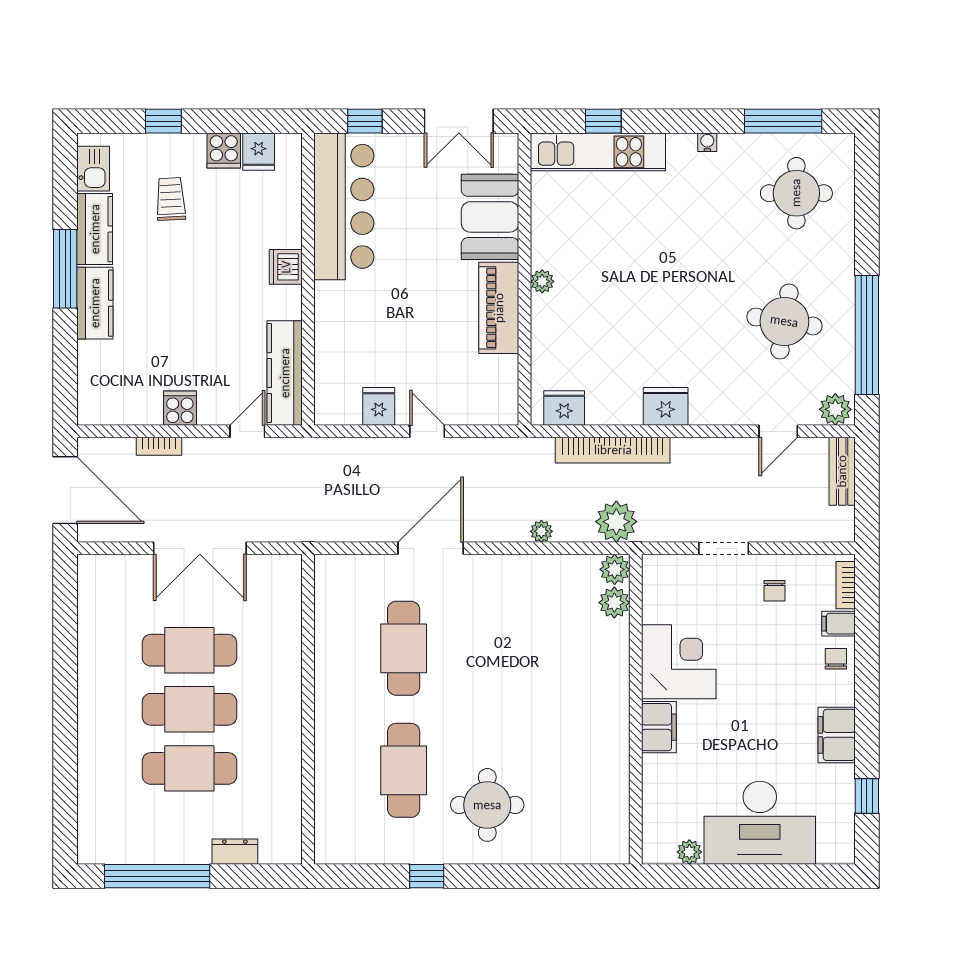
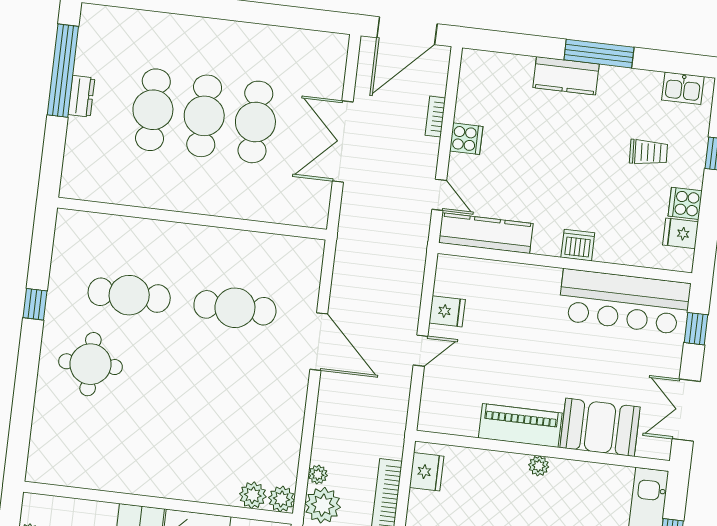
kitchen counter: (95, 229) -> (630, 83), removed
plant: (541, 531) -> (318, 475), moved
dresser: (235, 852) -> (81, 96), moved

